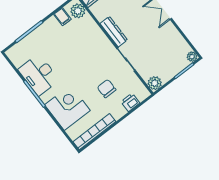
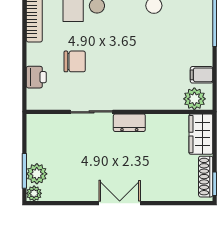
dresser: (114, 32) -> (129, 123), width x0.70
plant: (155, 83) -> (37, 174), moved

